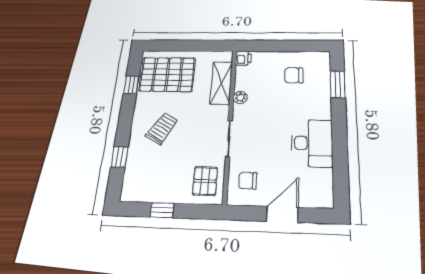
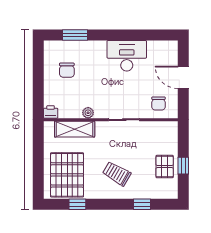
pallet: (205, 181) -> (165, 167), moved, turned 90

